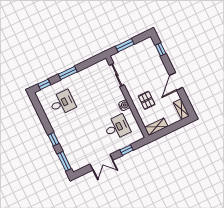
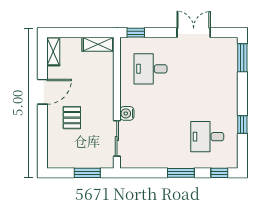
window: (161, 49) -> (42, 144), removed
pallet: (147, 100) -> (72, 118), moved
water cooler: (124, 105) -> (127, 113), moved
window: (54, 139) -> (242, 125), moved
window: (126, 150) -> (136, 33), moved

